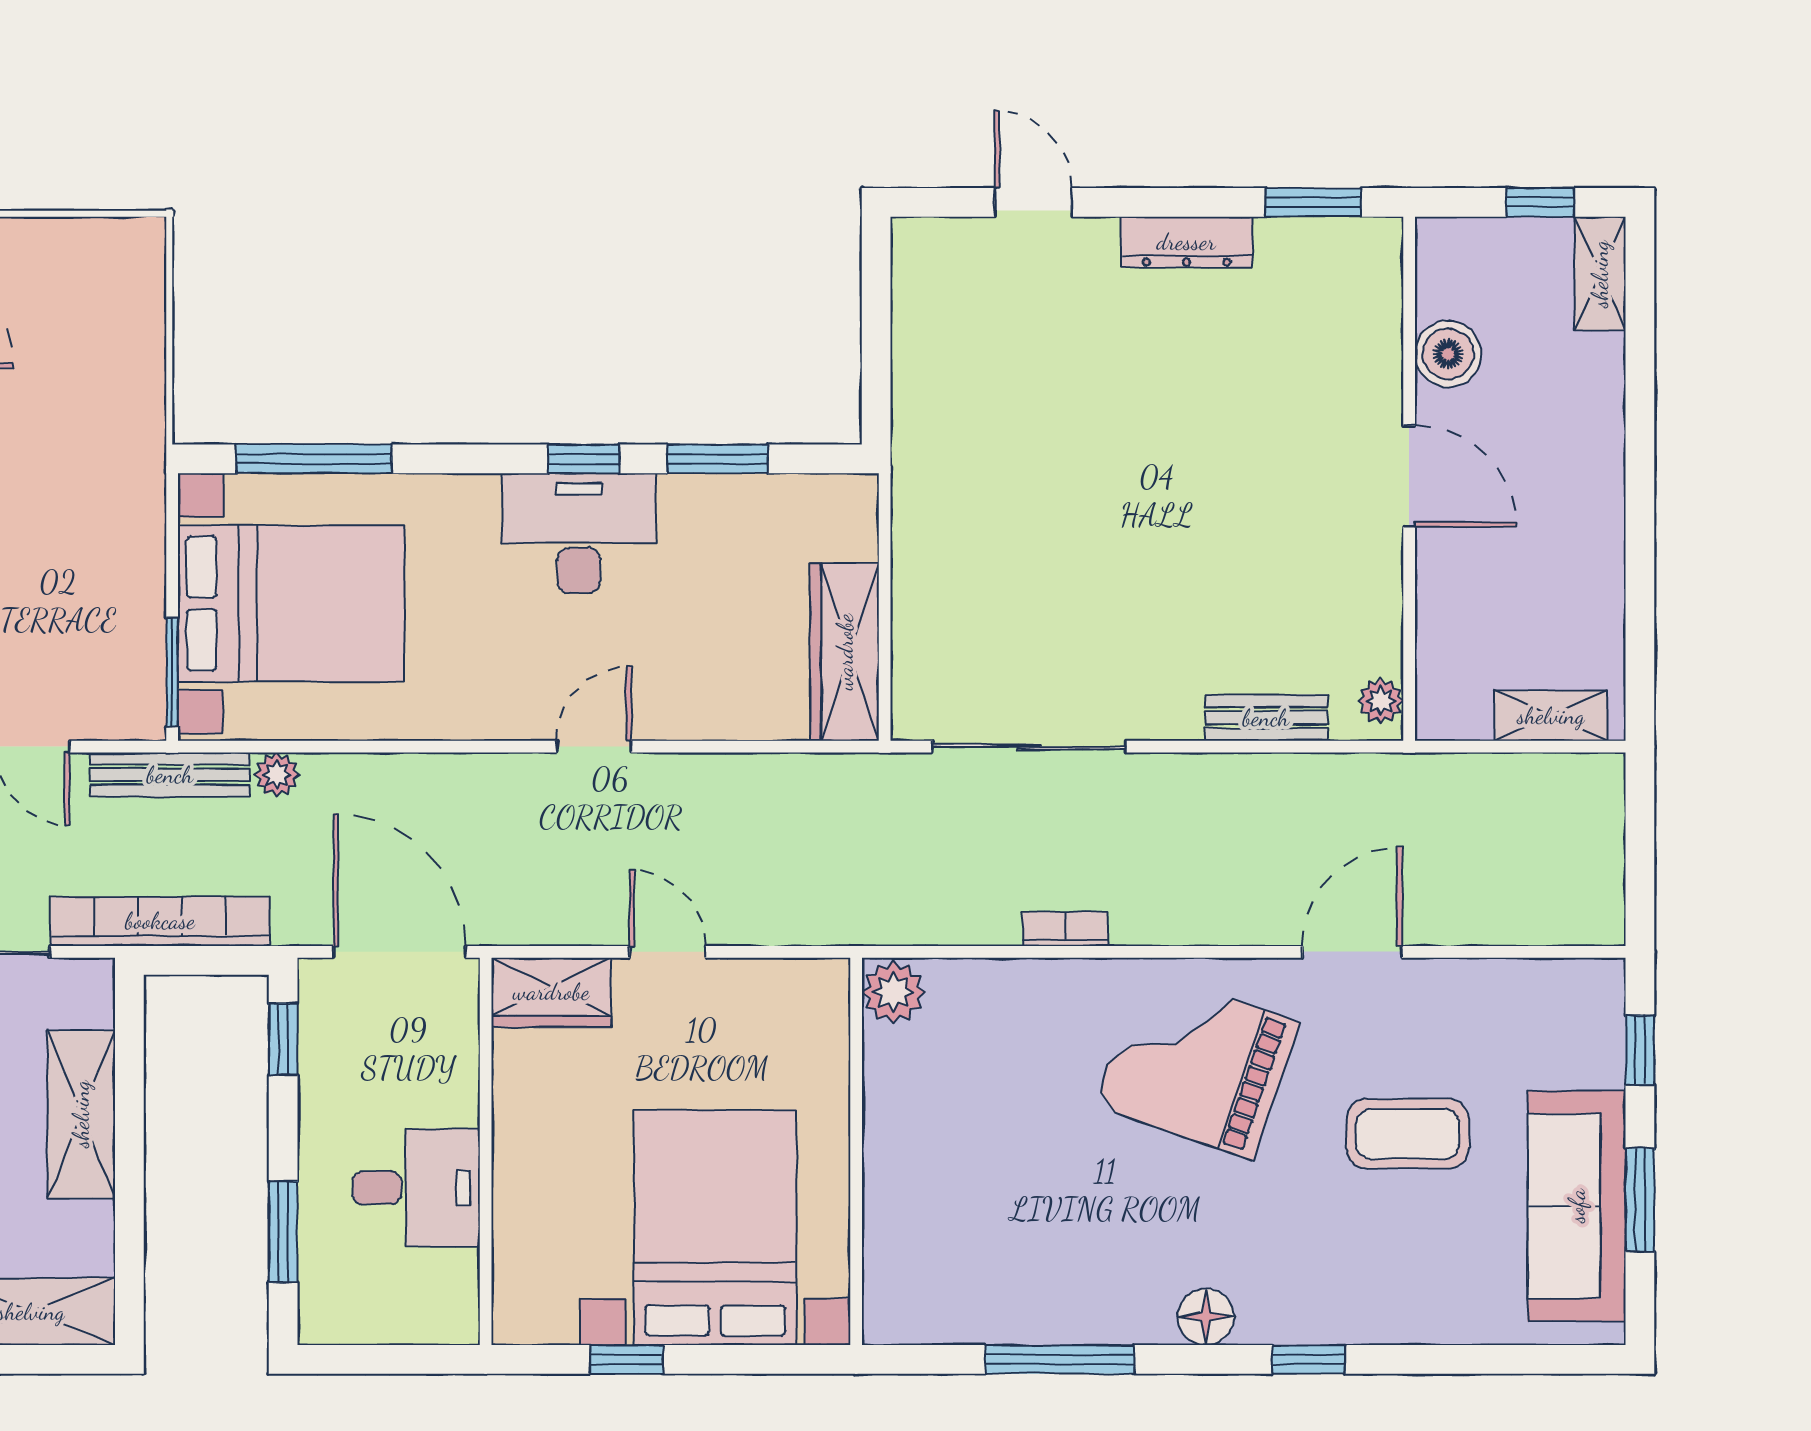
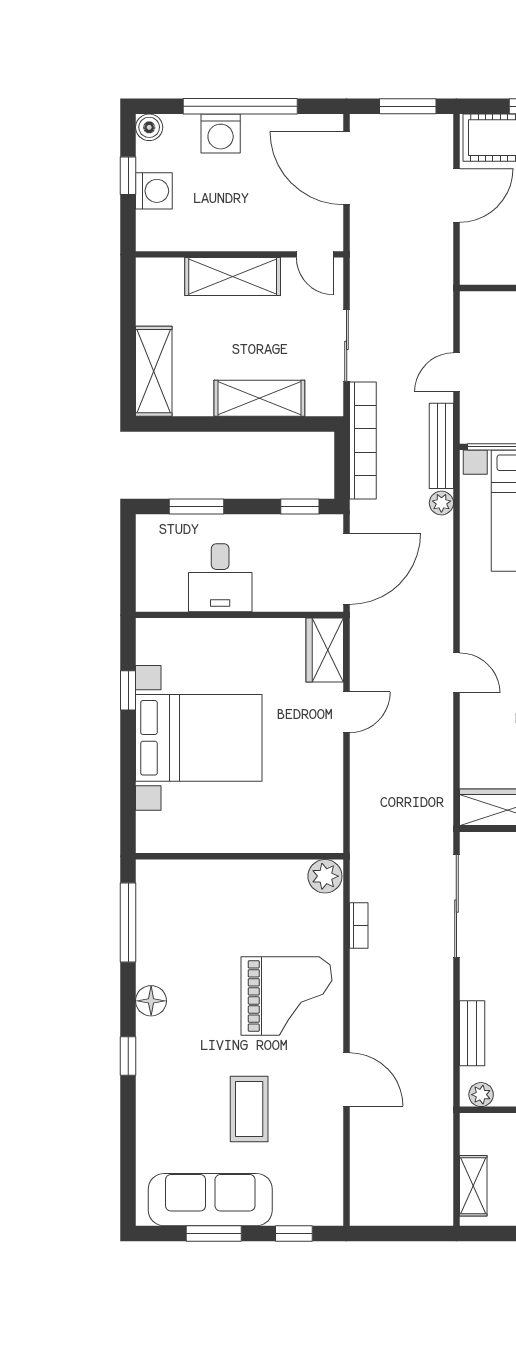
plant: (893, 992) -> (325, 876), moved
grand piano: (1197, 1064) -> (286, 996), turned 71
wall: (856, 1151) -> (240, 856), moved

